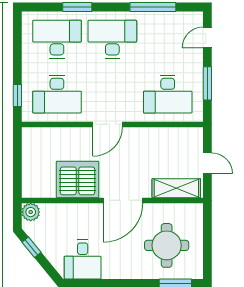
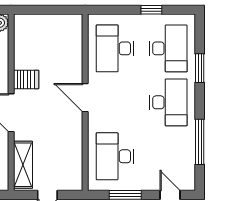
window: (17, 96) -> (151, 10), moved
server rack: (77, 179) -> (26, 79), width x0.46, depth x0.70

